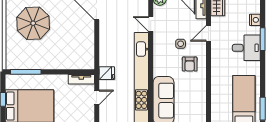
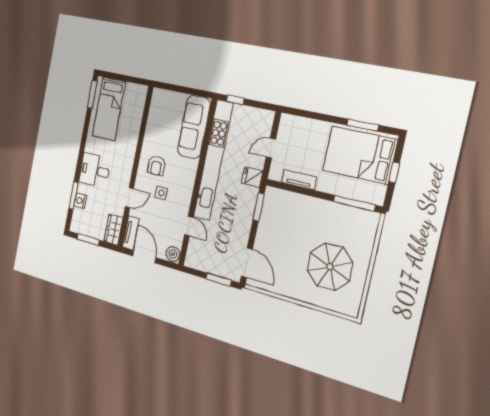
window: (263, 39) -> (73, 196), moved
window: (97, 52) -> (259, 207), added
armchair: (190, 64) -> (156, 166), turned 180
tv unit: (81, 79) -> (299, 180), moved

